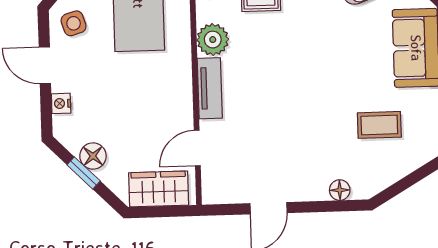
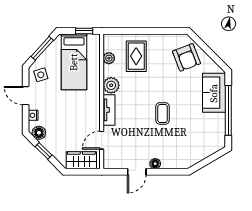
coffee table: (379, 125) -> (162, 113), moved, turned 90
floor lamp: (93, 156) -> (39, 133), moved
floor lamp: (340, 190) -> (155, 164), moved

